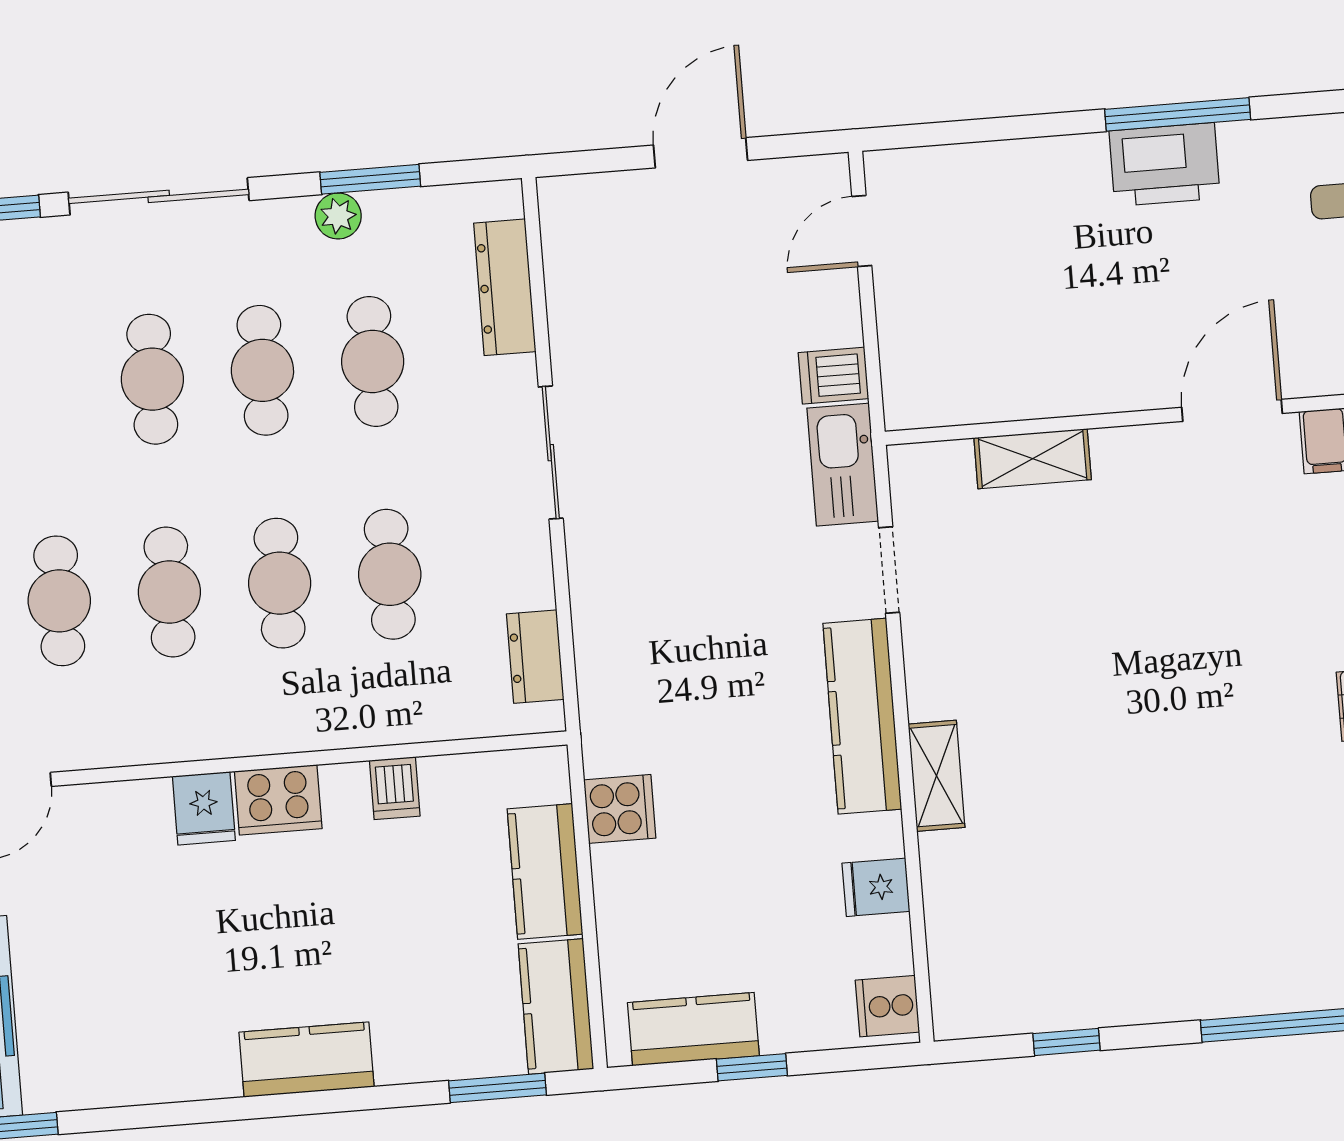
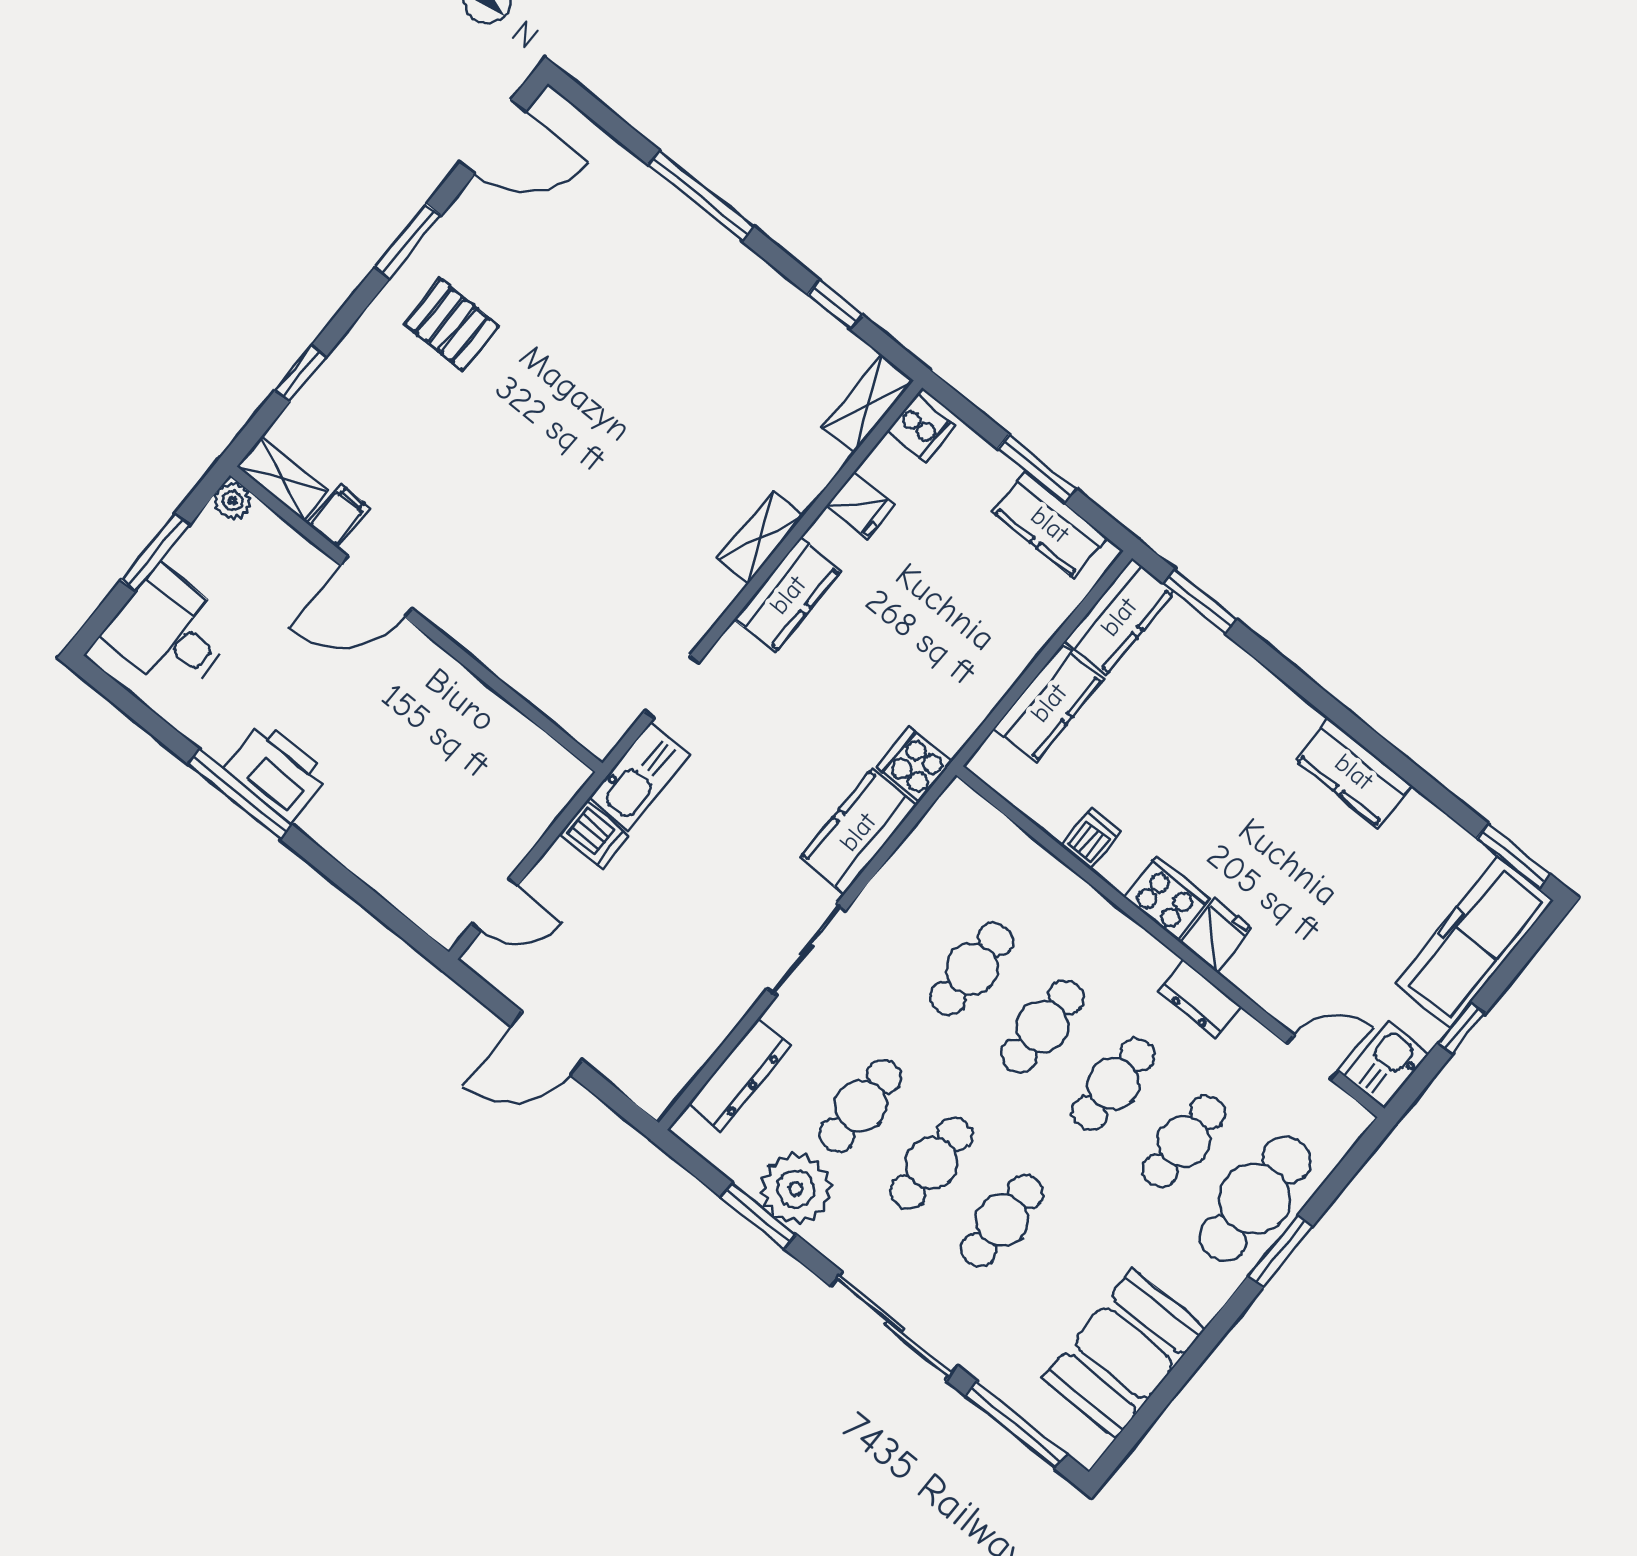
plant: (338, 216) -> (796, 1189), width x1.87, depth x1.87
shelving: (1033, 459) -> (868, 404), moved, turned 90
kitchen counter: (604, 600) -> (858, 832), added
dresser: (535, 657) -> (1199, 999), moved, turned 90
kitchen counter: (862, 716) -> (788, 595), width x0.67
cooker: (620, 809) -> (915, 764), moved
kitchen counter: (306, 1059) -> (1354, 772), moved
window: (752, 1067) -> (1037, 469), width x1.50

